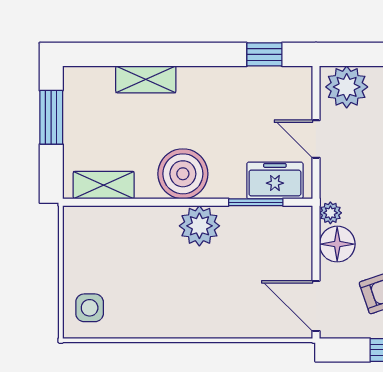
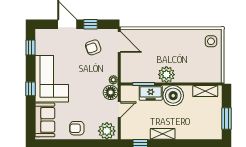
shelving: (146, 79) -> (163, 134), moved
door: (316, 139) -> (119, 110), hinge flipped
freezer: (275, 180) -> (151, 93), moved
floor lamp: (337, 244) -> (111, 92), moved

